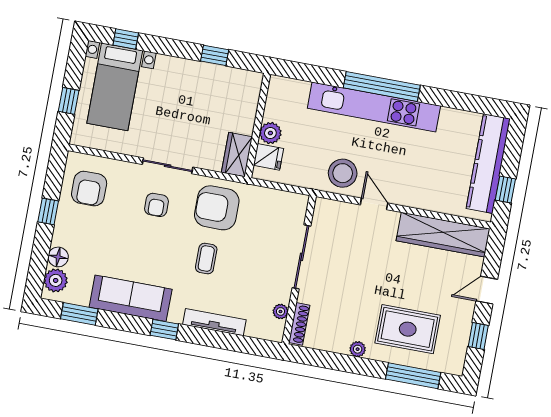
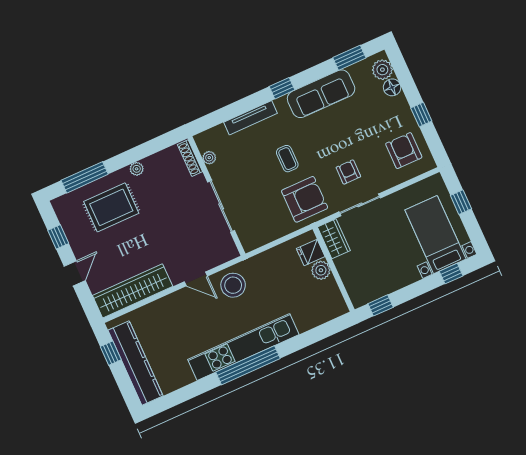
wall: (258, 125) -> (334, 269), moved
plant: (270, 133) -> (321, 270), moved
wardrobe: (237, 155) -> (334, 239), moved
fridge: (268, 157) -> (311, 253), moved

